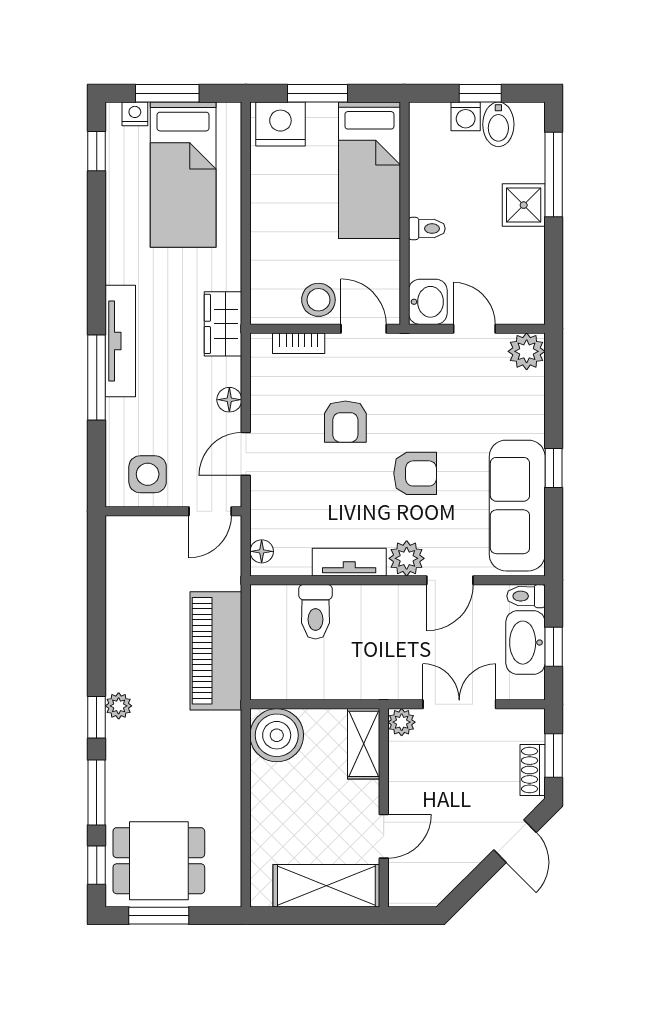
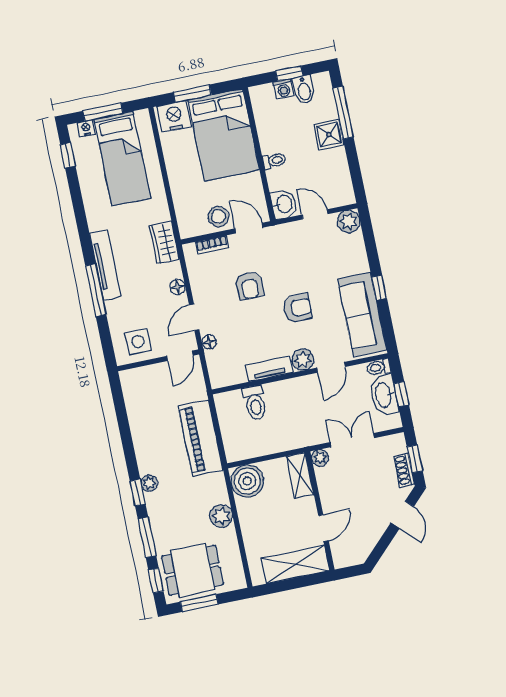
bed: (369, 170) -> (224, 135), width x1.50
floor lamp: (262, 551) -> (209, 342), moved
plant: (223, 783) -> (221, 516), added

